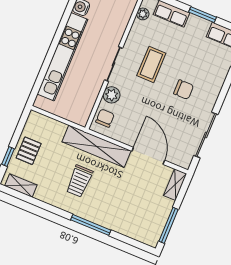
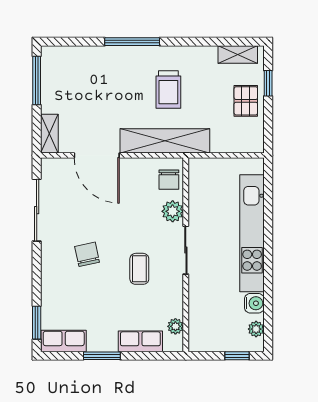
coffee table: (151, 64) -> (139, 269), width x0.73, depth x0.77
chair: (184, 90) -> (87, 254), turned 78
trolley: (79, 181) -> (168, 90), turned 180

